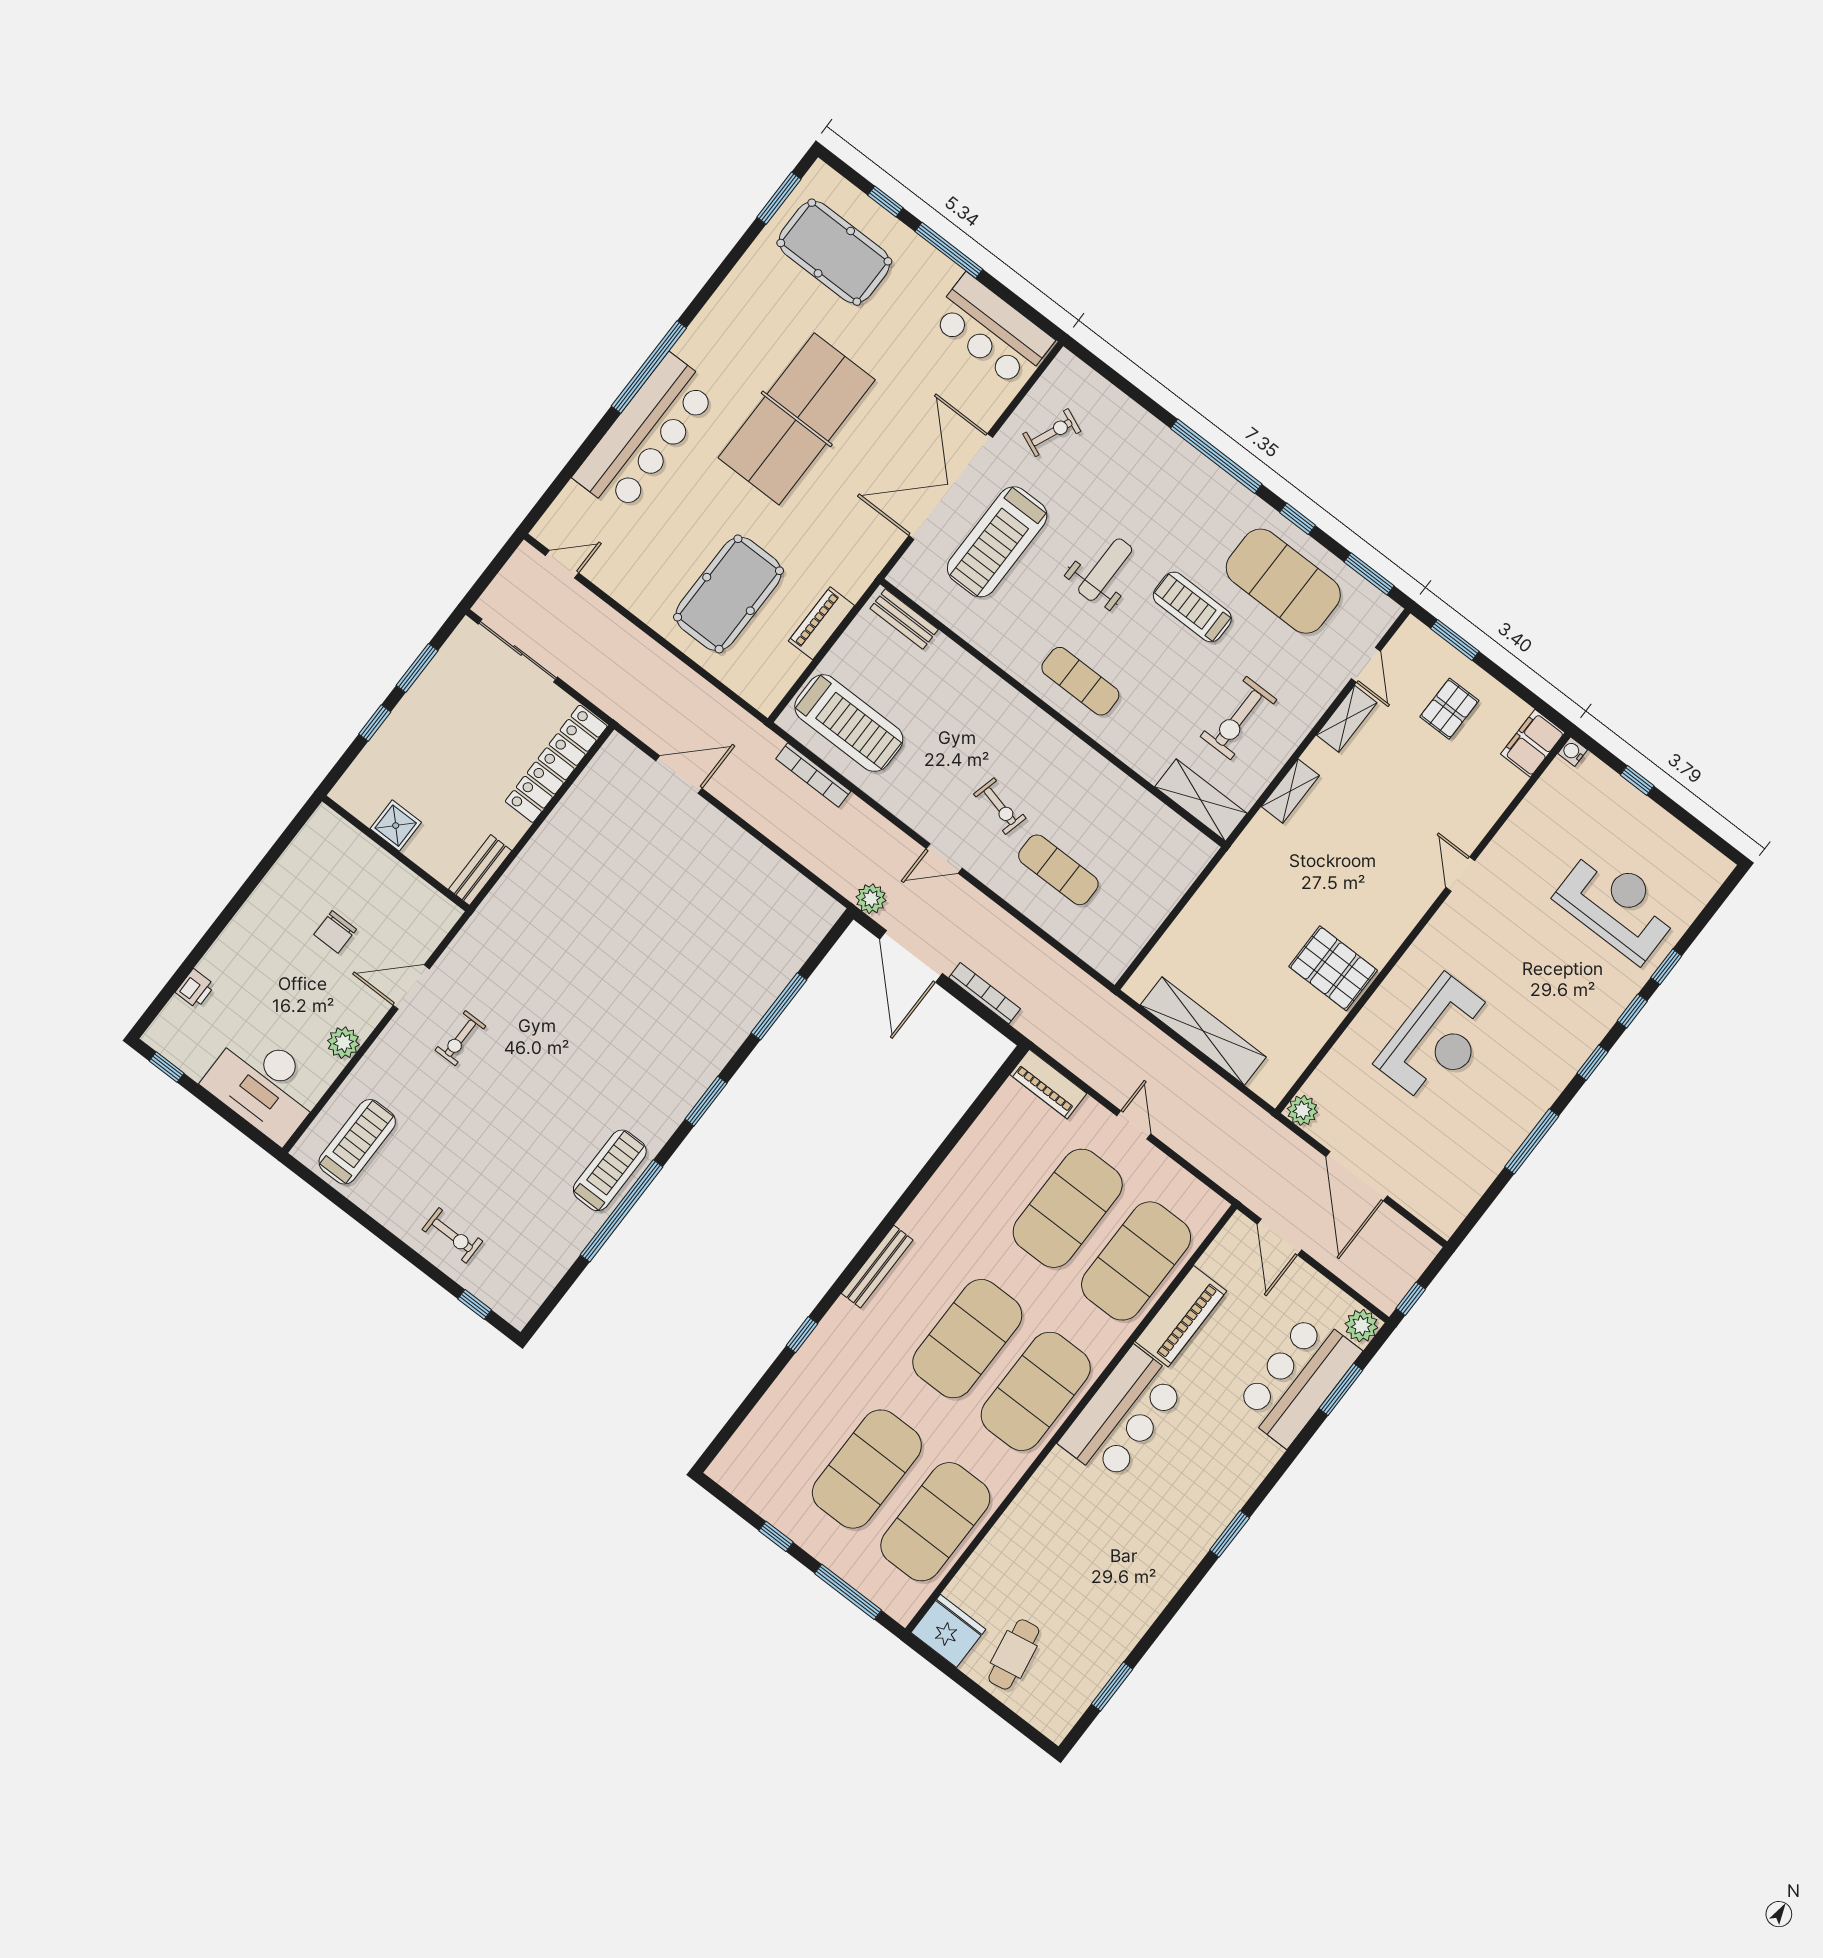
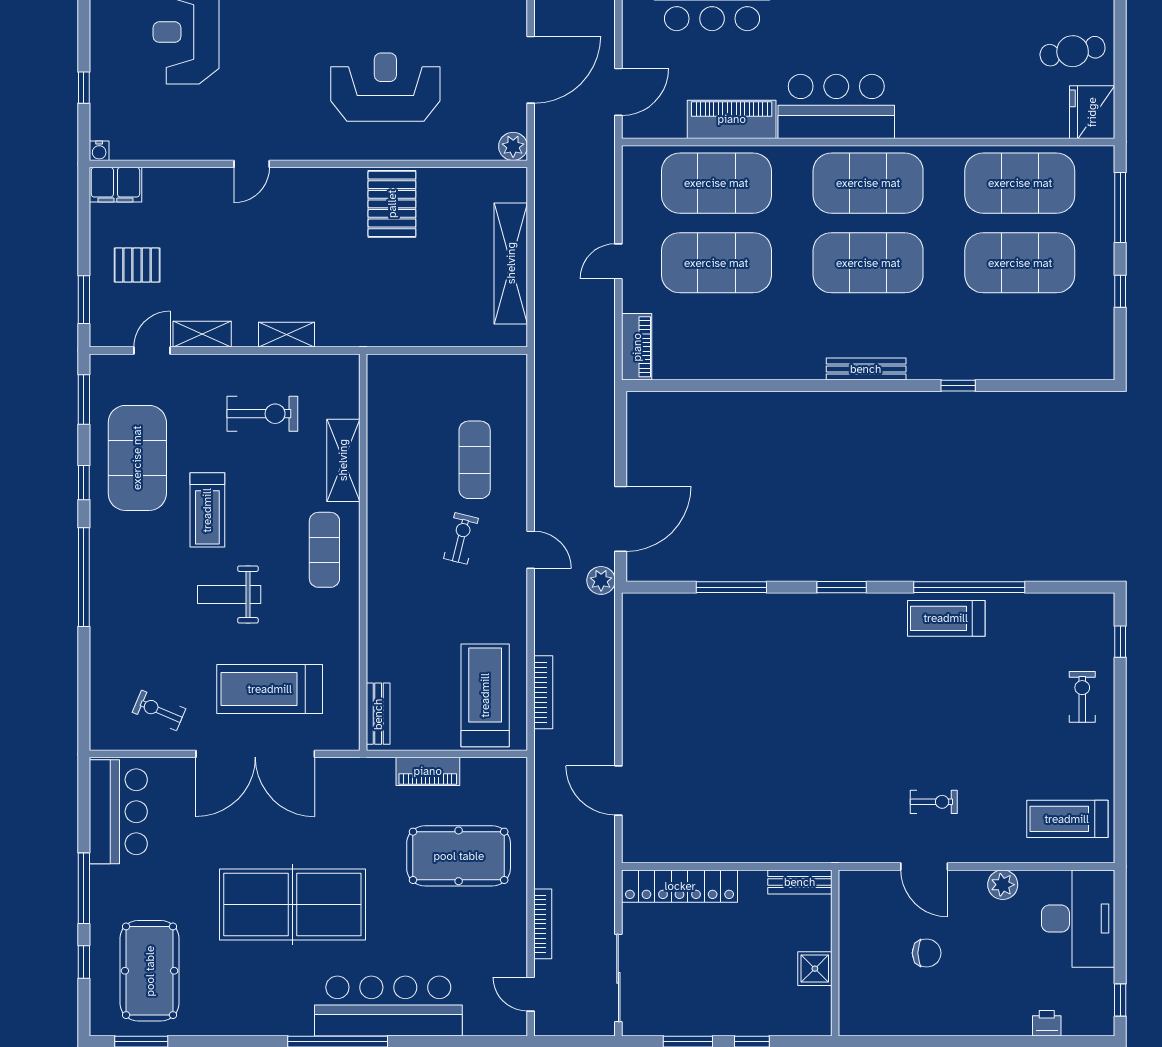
treadmill: (997, 542) -> (270, 689), turned 180
shelving: (1201, 800) -> (343, 460), moved
bookcase: (985, 993) -> (543, 924), moved, turned 180

